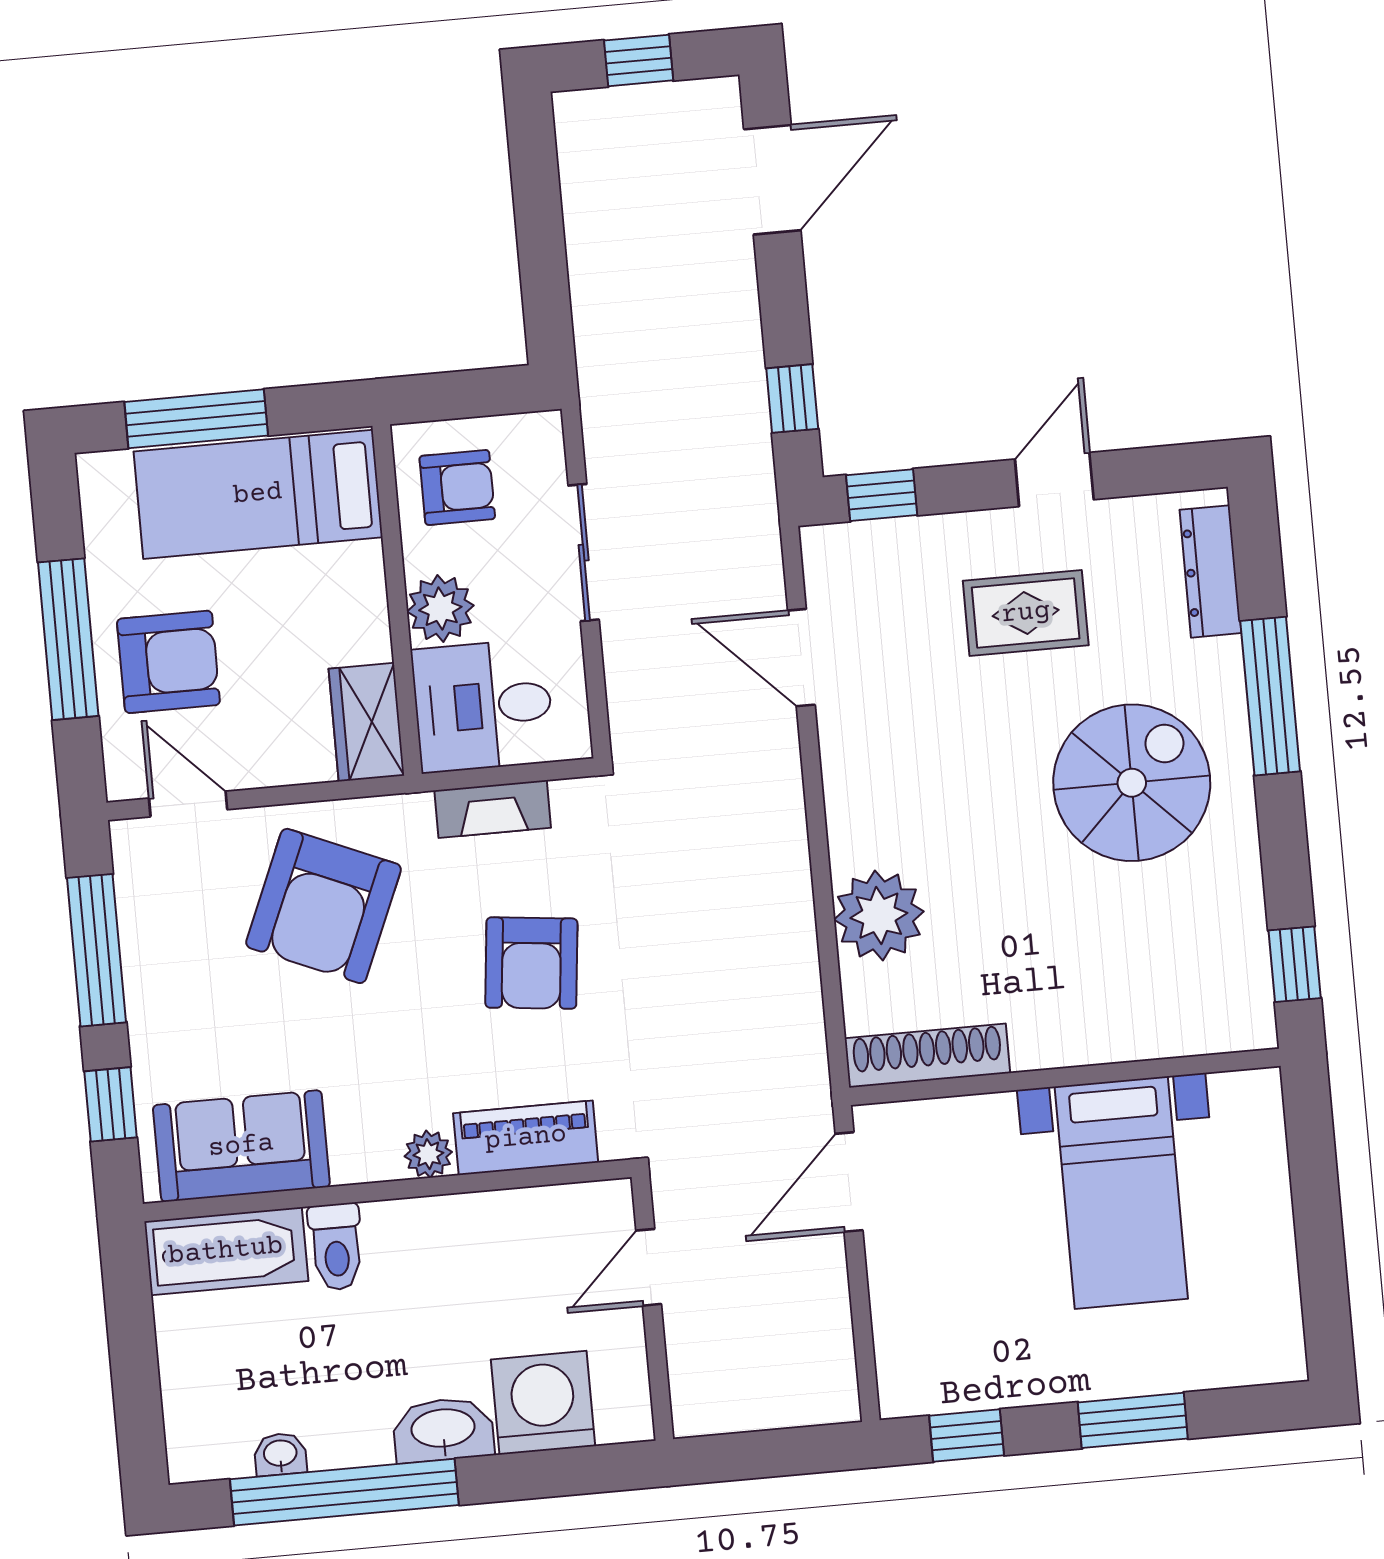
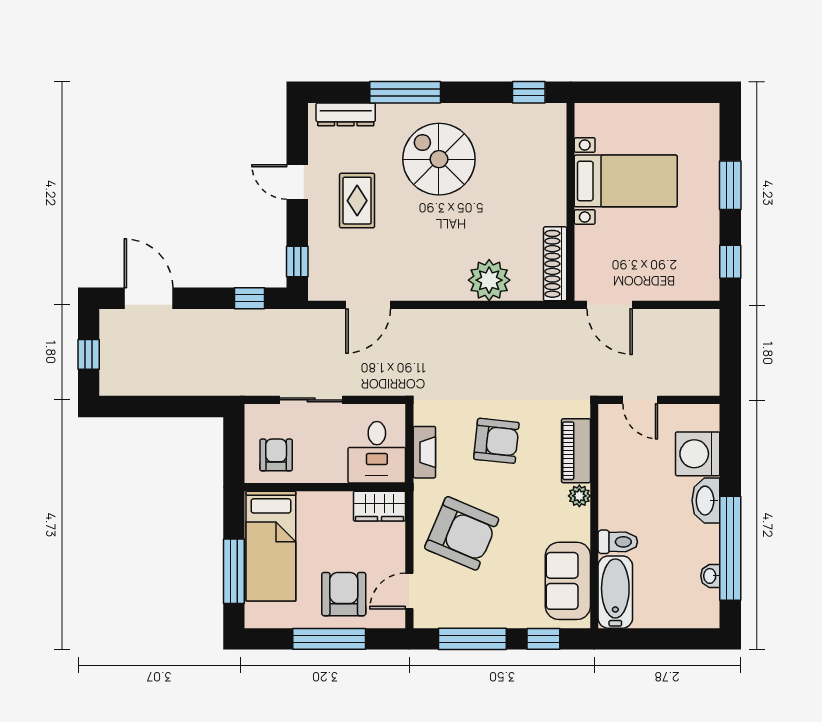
plant: (440, 609) -> (331, 468), removed

